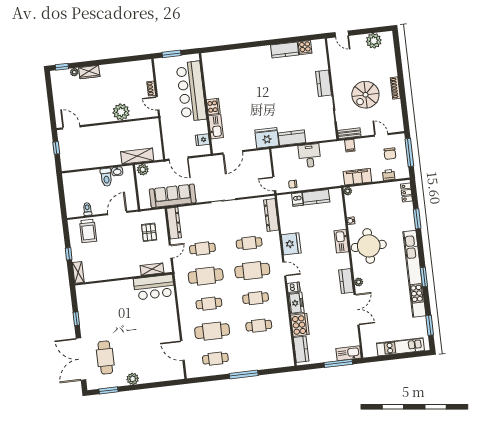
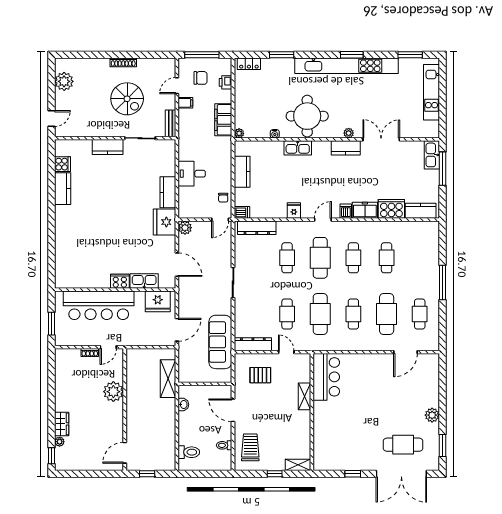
fridge: (202, 140) -> (158, 301), width x1.88, depth x1.34
filing cabinet: (350, 146) -> (185, 103), moved
plant: (143, 170) -> (185, 228), moved
toilet: (106, 177) -> (189, 452), moved
dishwasher: (297, 199) -> (242, 212), moved
trolley: (88, 231) -> (250, 447), turned -90
fridge: (291, 244) -> (294, 211), width x0.53, depth x0.75
shelving: (152, 269) -> (305, 396), moved

